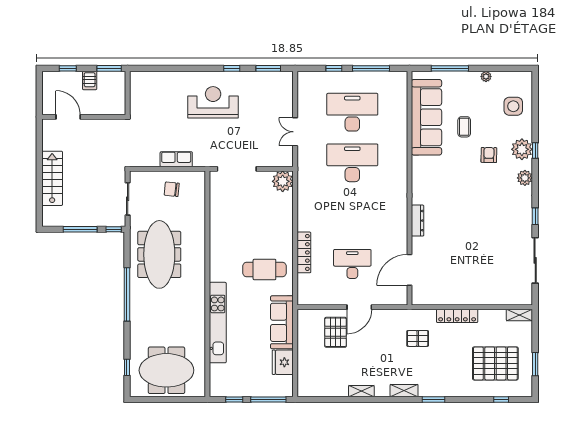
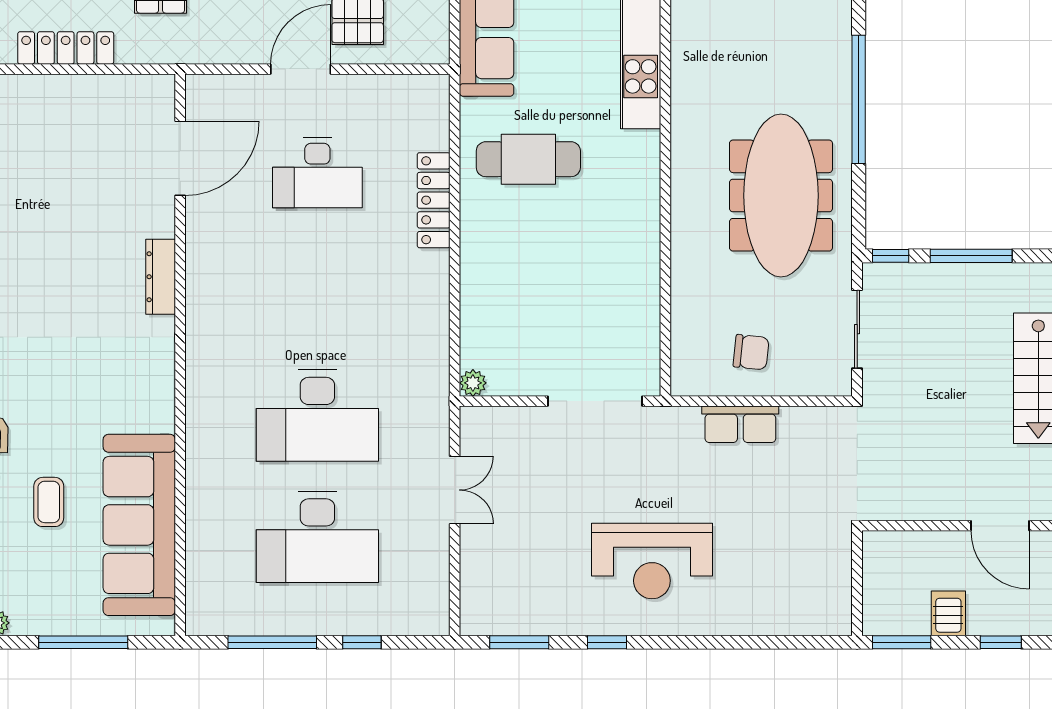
plant: (283, 181) -> (473, 383), width x0.53, depth x0.53

